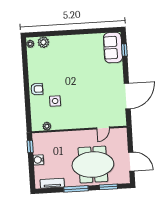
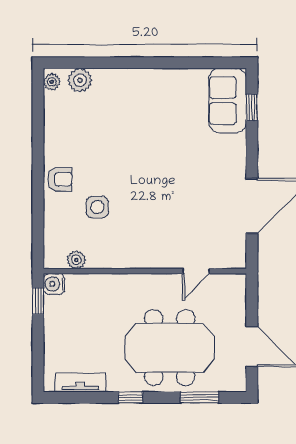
water cooler: (38, 160) -> (54, 284), moved
window: (76, 189) -> (130, 397), width x0.46

